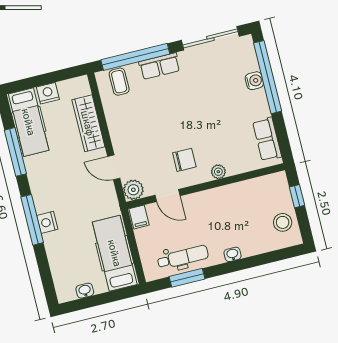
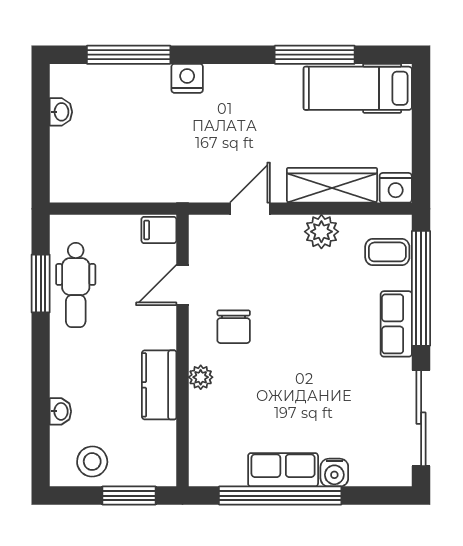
window: (268, 77) -> (280, 496), moved
nightstand: (48, 93) -> (396, 188), moved, turned 90
row of seats: (267, 139) -> (283, 470), moved
plant: (133, 190) -> (321, 232), moved
kitchen counter: (229, 195) -> (159, 385), added
window: (297, 196) -> (129, 496), width x1.50
window: (32, 220) -> (129, 55), moved
hospital bed: (115, 253) -> (110, 176), removed
washbasin: (233, 254) -> (60, 411), moved

